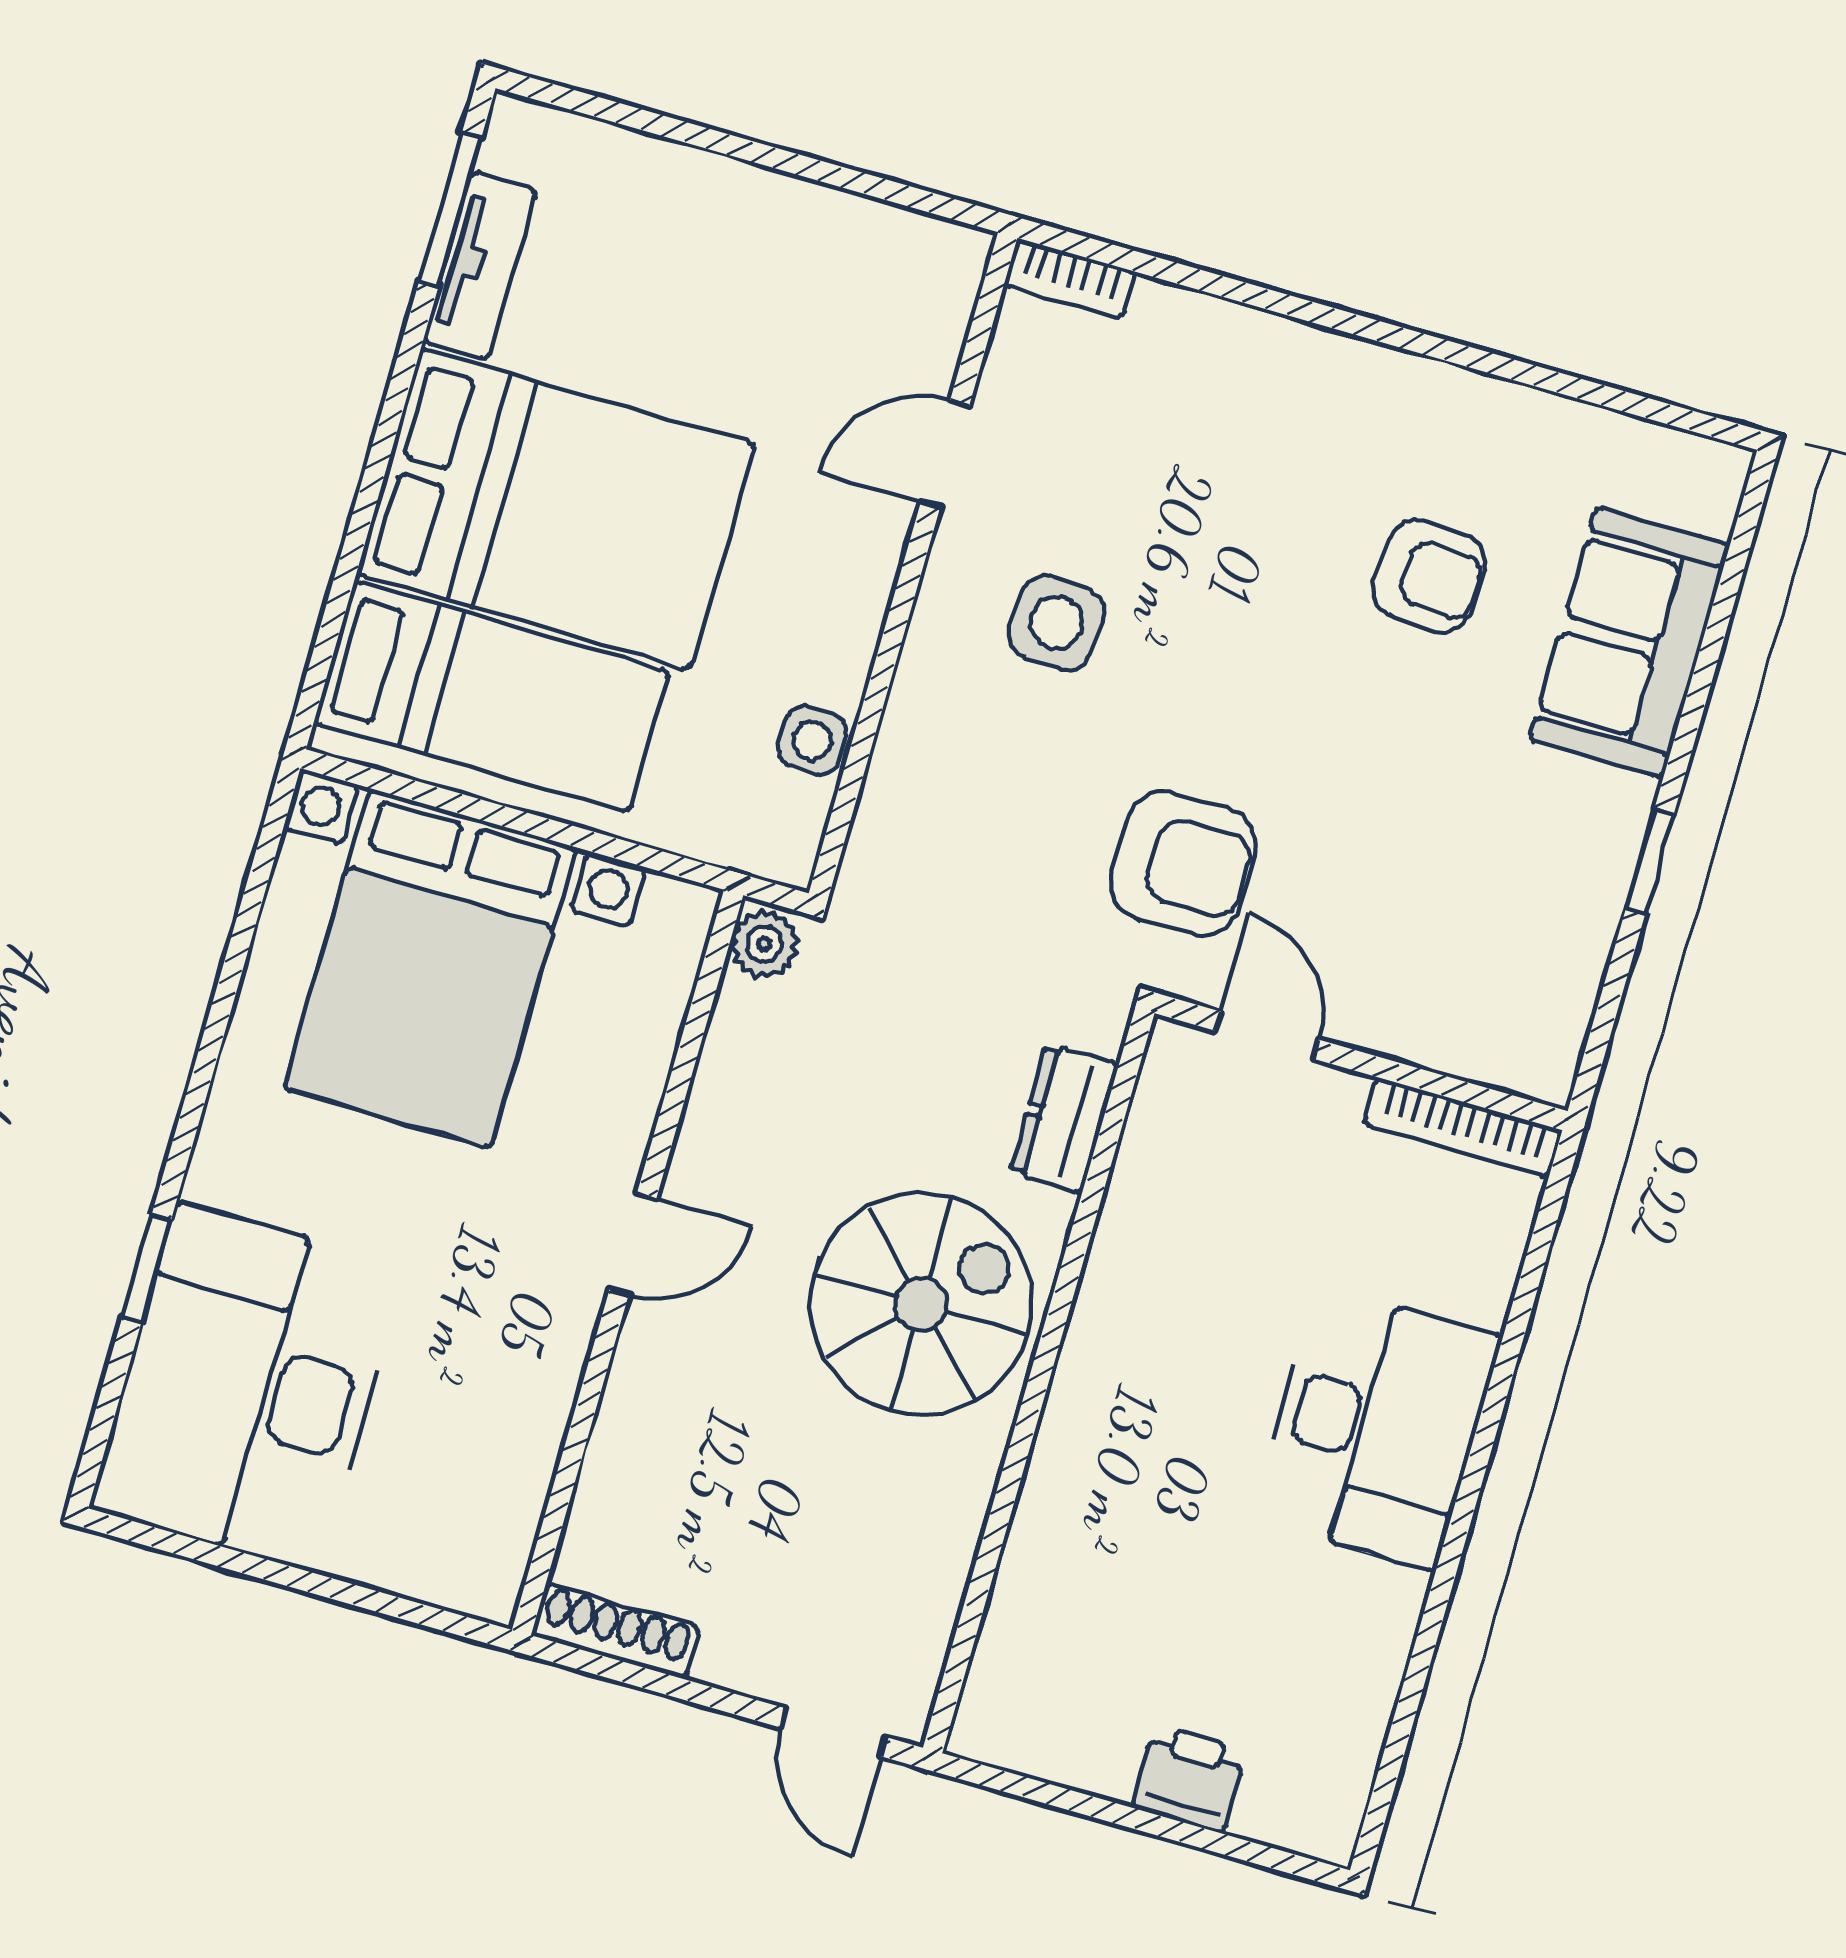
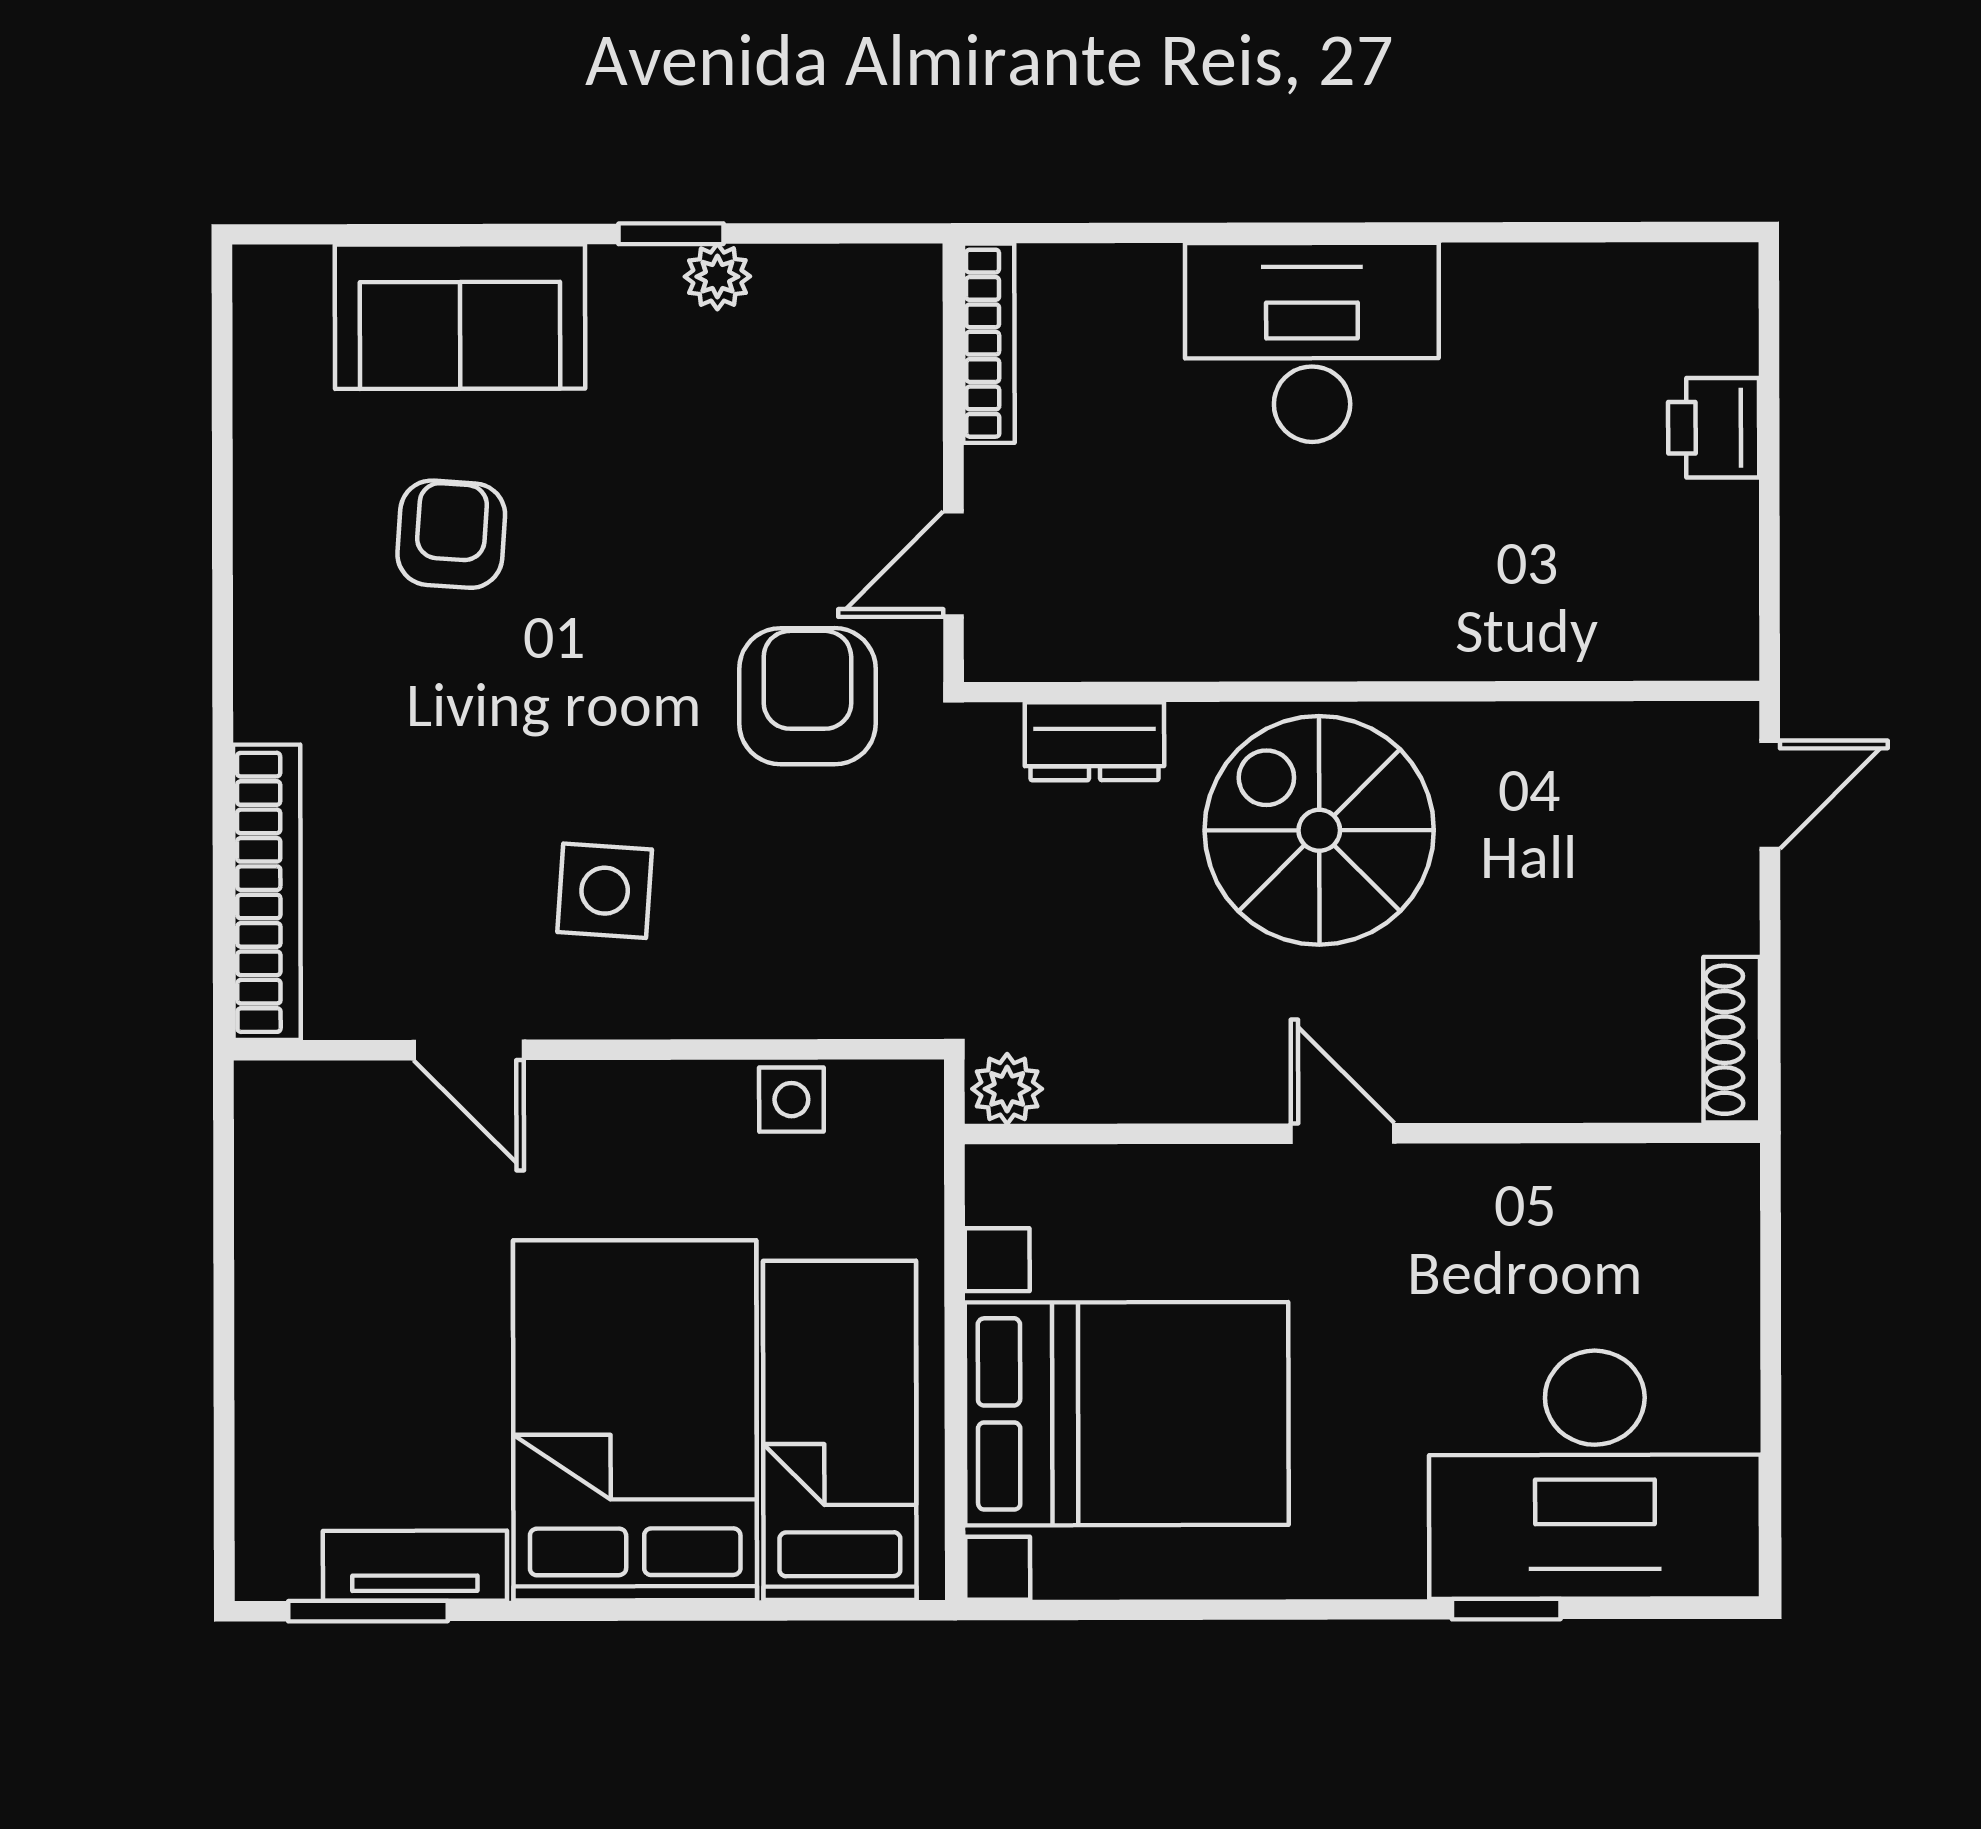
bookcase: (1070, 279) -> (267, 892), width x2.31, depth x1.31
plant: (1598, 893) -> (717, 277), added

